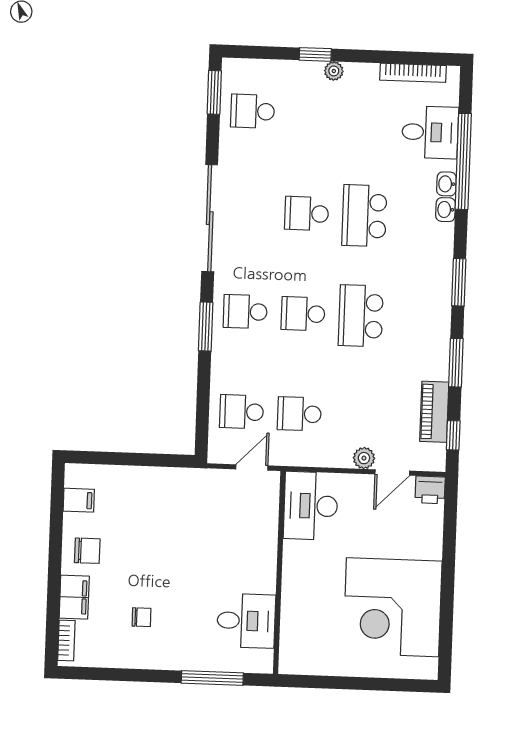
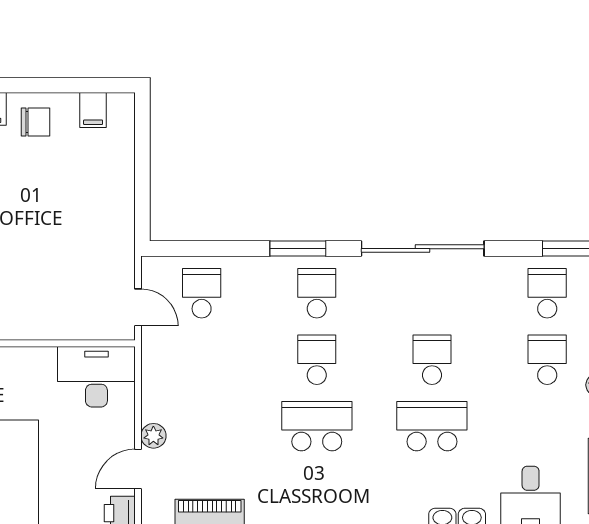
school desk: (299, 414) -> (547, 360), moved
door: (392, 473) -> (138, 469), hinge flipped
chair: (87, 551) -> (35, 122), turned -90

